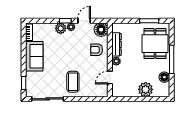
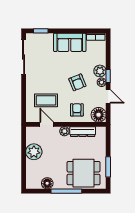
armchair: (71, 49) -> (77, 82), added
coffee table: (73, 82) -> (46, 100), moved
plant: (146, 89) -> (34, 152), moved

